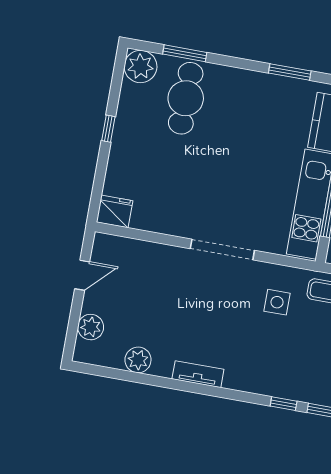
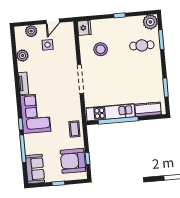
cafe table: (186, 98) -> (142, 45), width x0.73, depth x0.74
stool: (170, 189) -> (101, 49), added
door: (82, 275) -> (53, 21), hinge flipped
side table: (277, 302) -> (48, 45), moved
corner sofa: (270, 366) -> (35, 113), added

